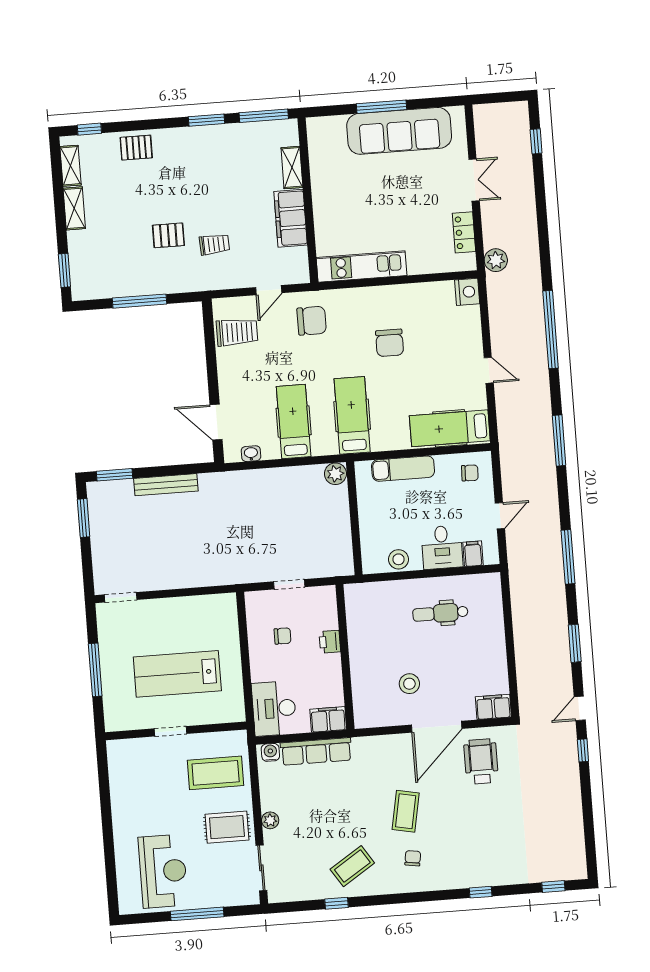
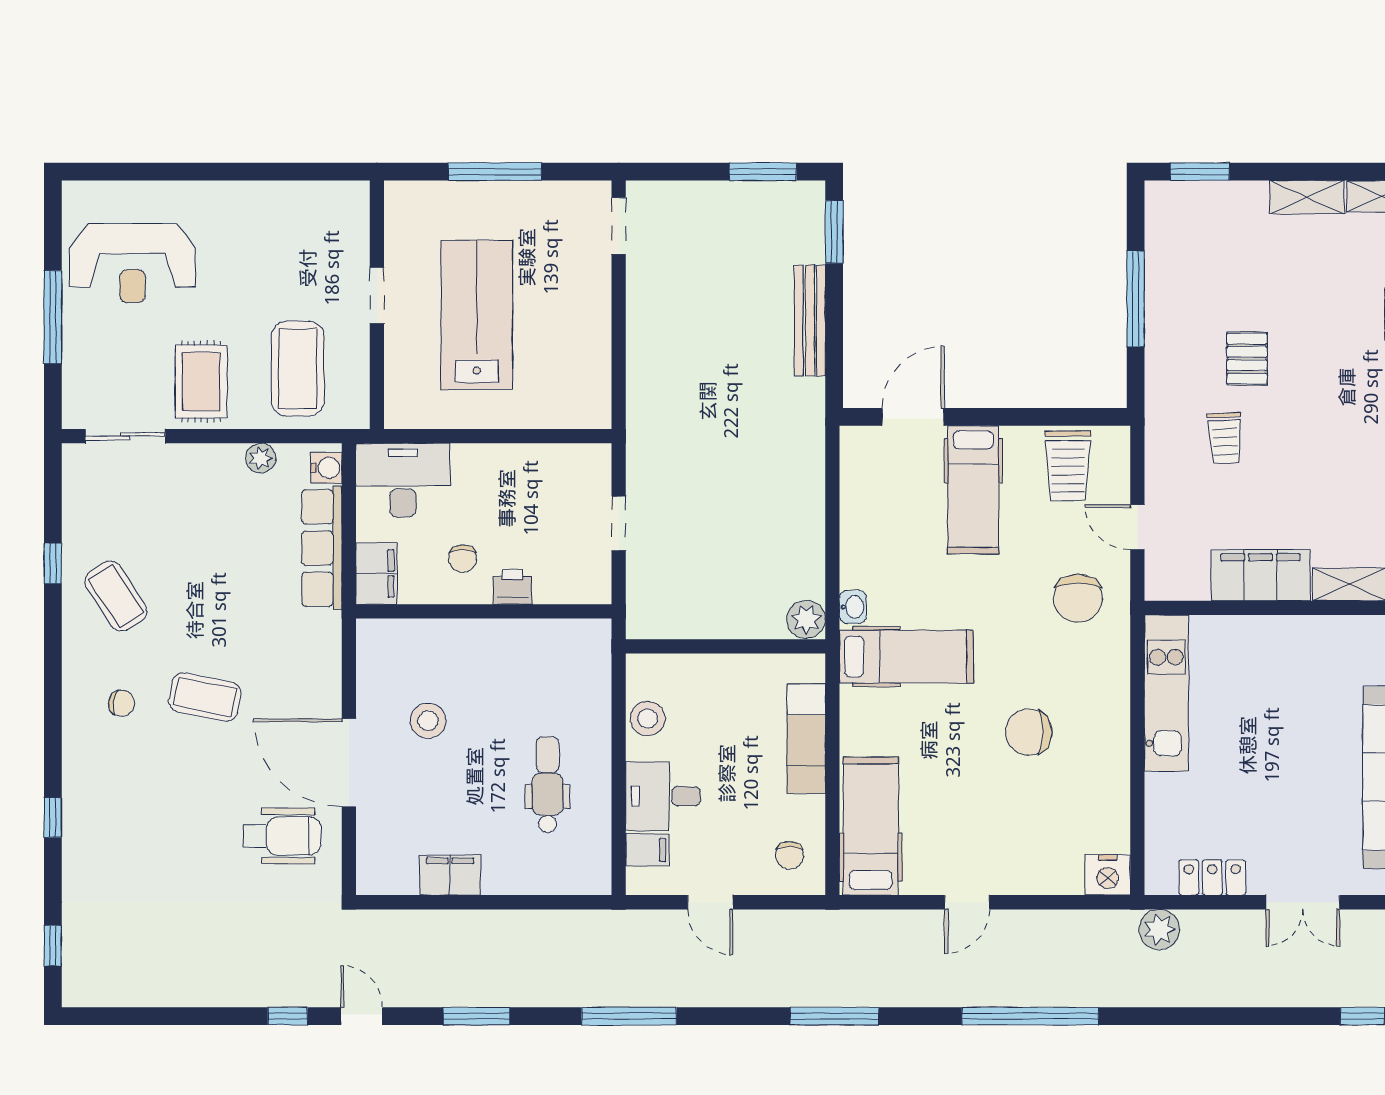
hospital bed: (294, 422) -> (973, 490), moved, turned 90
washbasin: (251, 454) -> (853, 607), moved
chair: (283, 636) -> (462, 559), moved
filing cabinet: (493, 707) -> (450, 875), moved, turned -90
plant: (270, 820) -> (261, 458), moved

